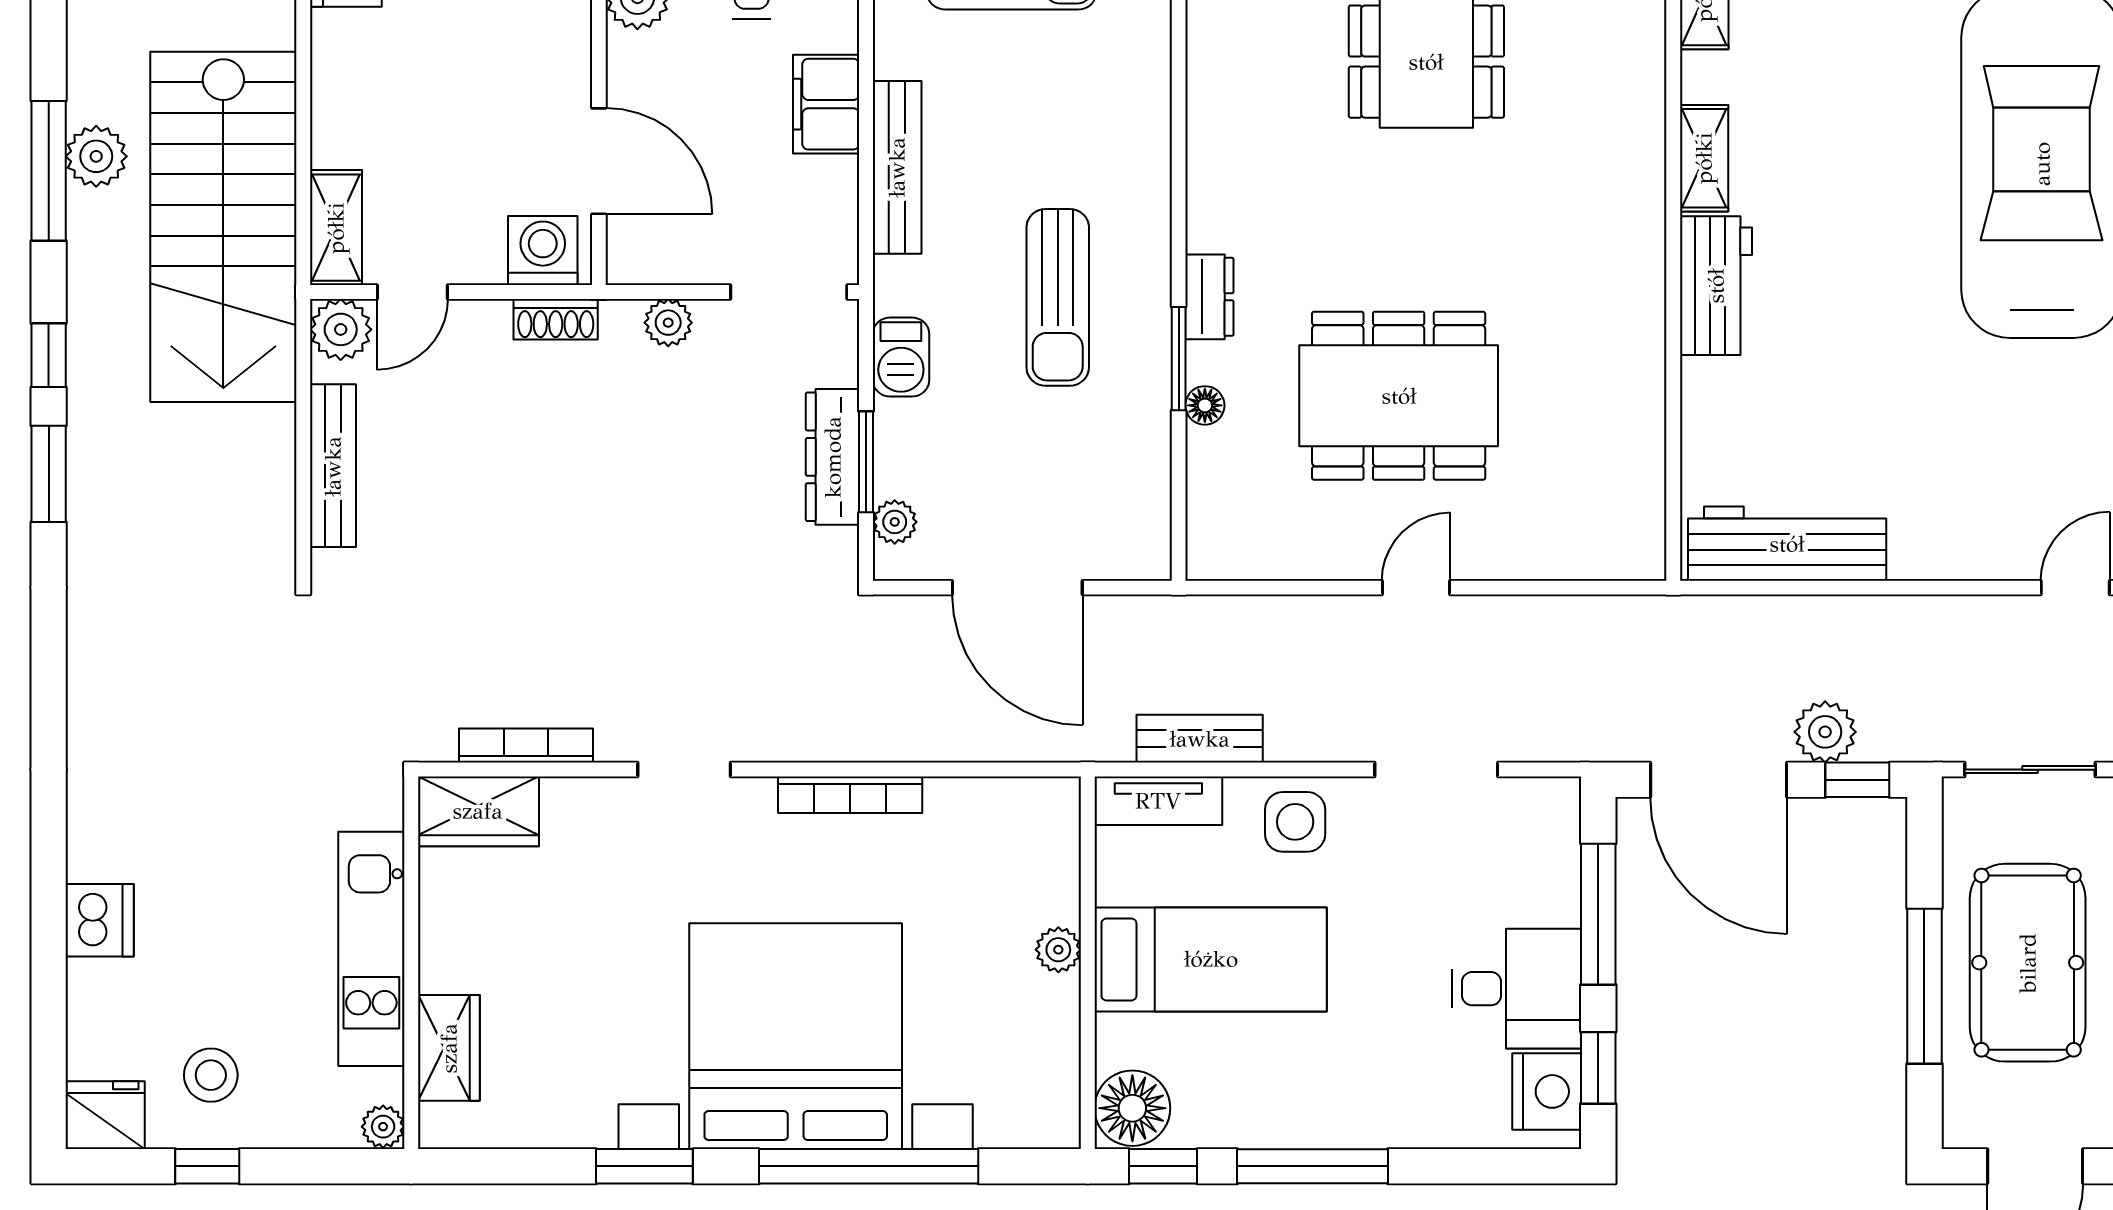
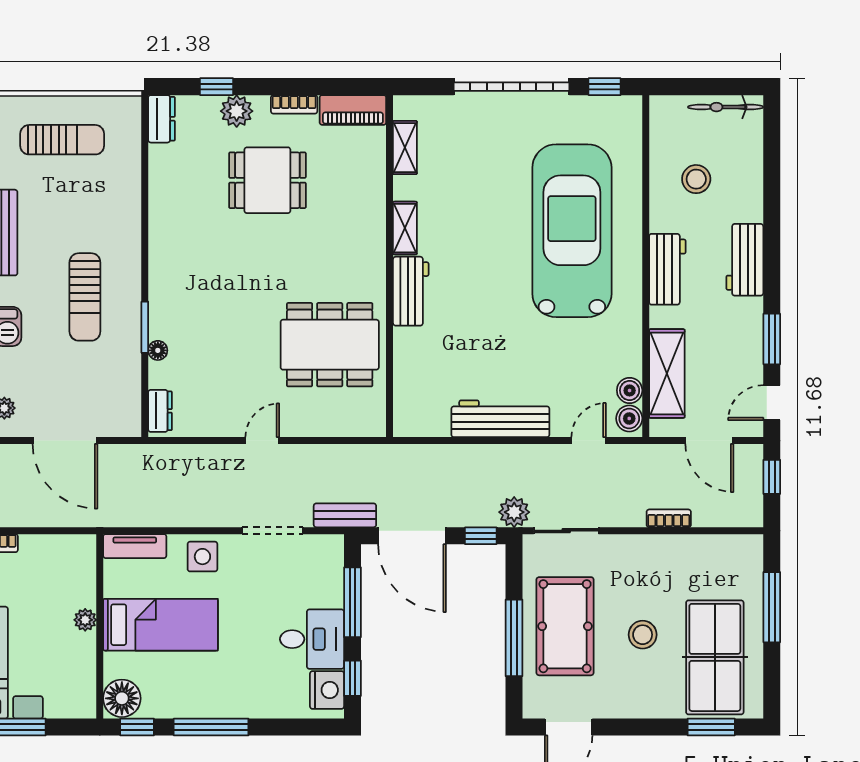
dresser: (1209, 297) -> (160, 411), moved
dining table: (1399, 396) -> (330, 345), moved
workbench: (1787, 544) -> (500, 419), moved
plant: (1825, 732) -> (514, 512), moved
bench: (1200, 739) -> (345, 515), moved

